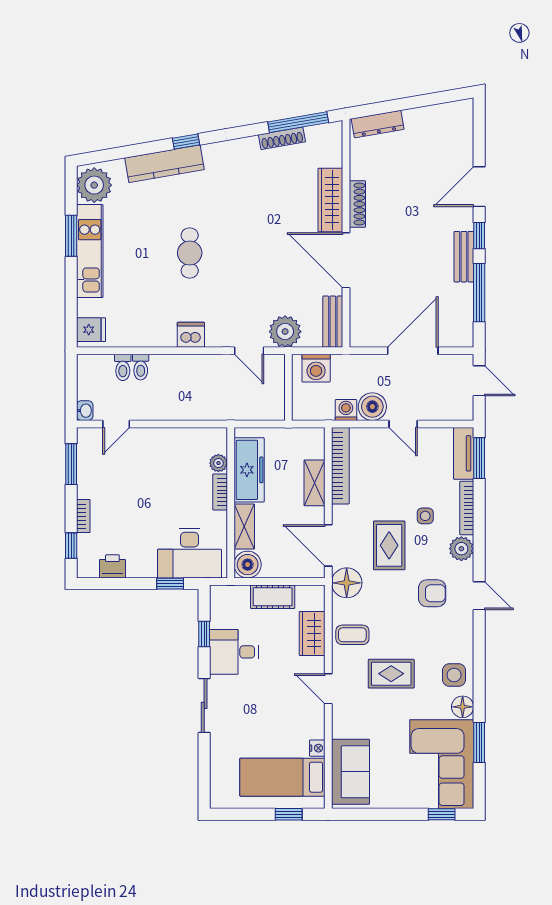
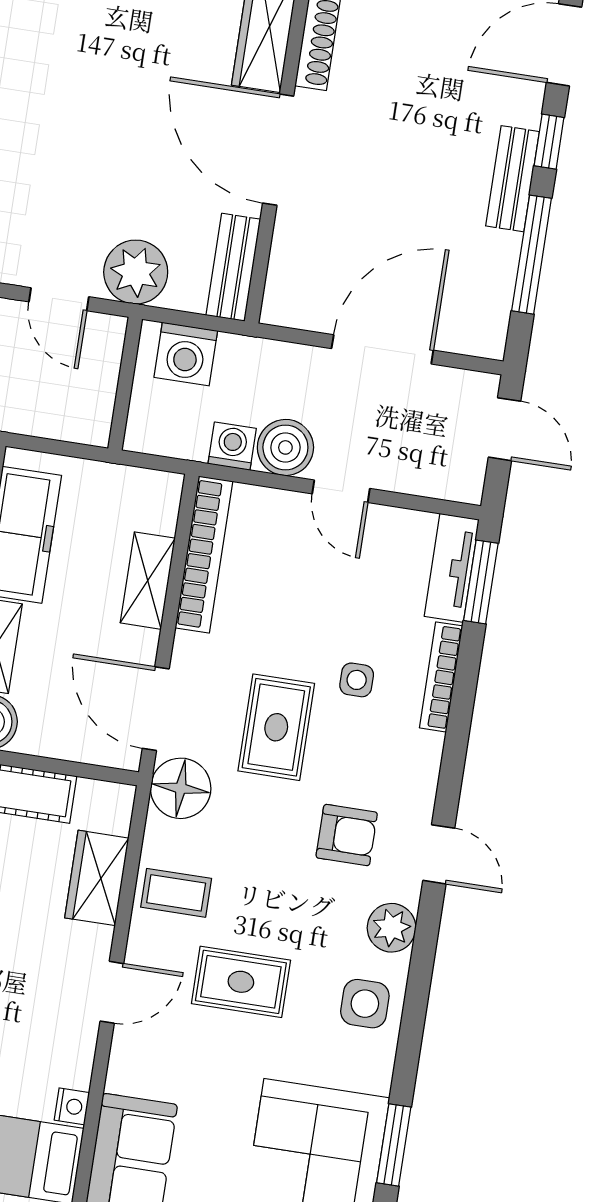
plant: (461, 549) -> (392, 928), moved
door: (328, 689) -> (112, 992), swing flipped
floor lamp: (463, 707) -> (372, 1069), removed

